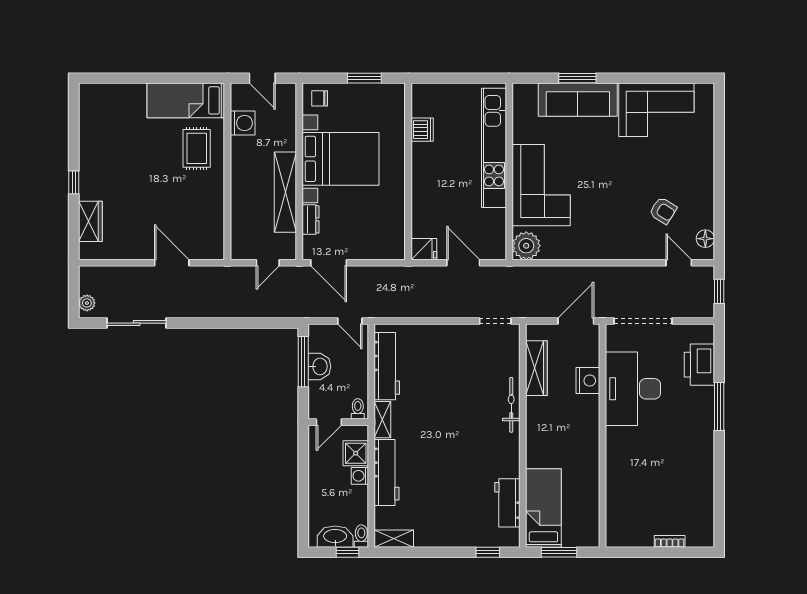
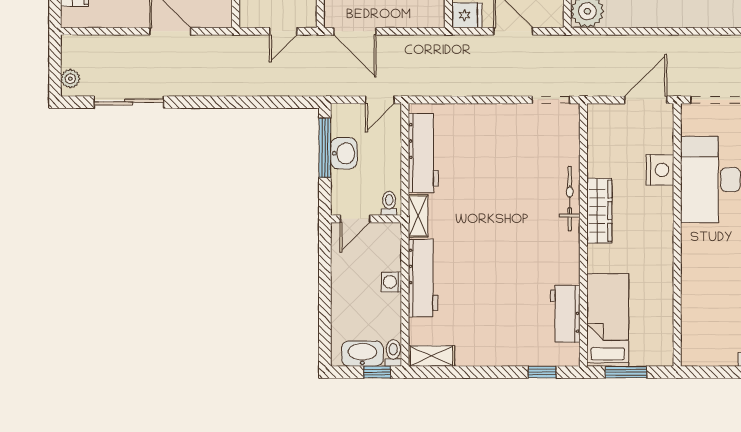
door: (350, 321) -> (380, 100), hinge flipped
wardrobe: (536, 368) -> (599, 211), moved
shower: (356, 453) -> (387, 255), removed

